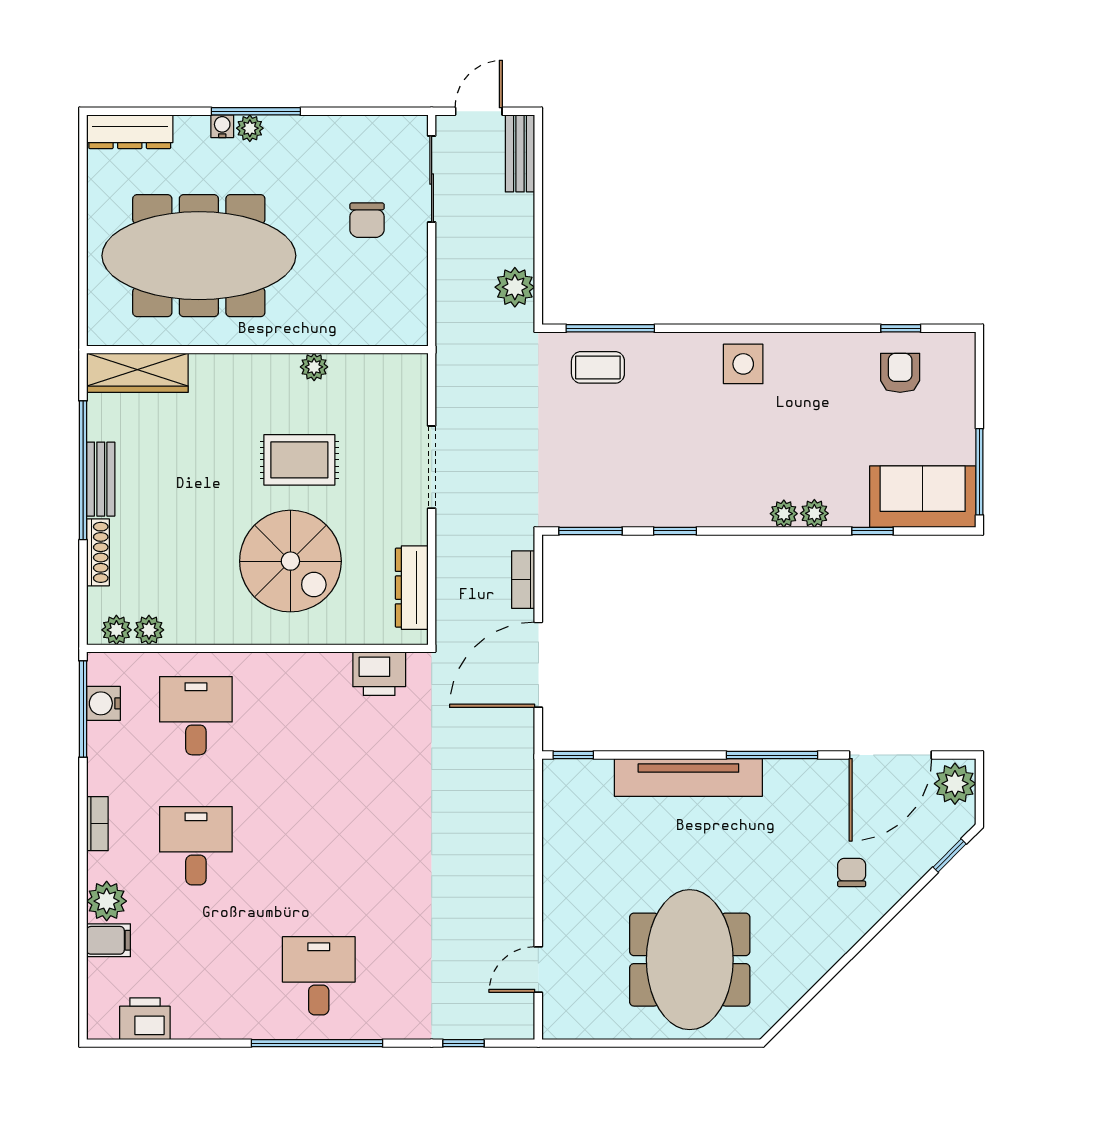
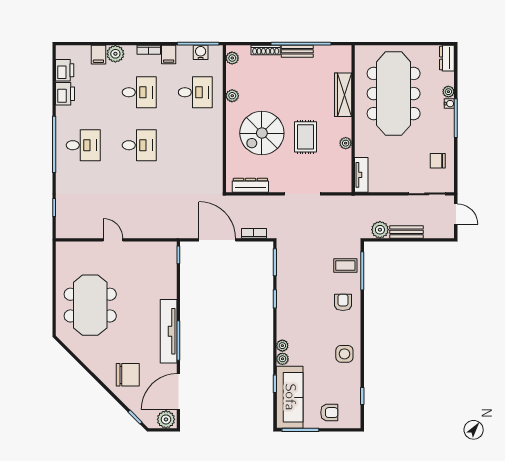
plant: (250, 128) -> (448, 92), moved
dresser: (130, 132) -> (447, 58), width x0.70
bench: (520, 153) -> (406, 232), moved
chair: (367, 220) -> (438, 161), moved
tv unit: (388, 331) -> (361, 175), added
side table: (743, 364) -> (344, 354), moved
coffee table: (598, 367) -> (345, 266), turned 90
wardrobe: (137, 373) -> (343, 95), moved
armchair: (684, 373) -> (343, 302), added
armchair: (900, 373) -> (329, 413), moved
sofa: (923, 497) -> (290, 397), width x1.36
plant: (149, 630) -> (232, 96), moved
printer: (379, 674) -> (65, 94), moved, turned 180
door: (890, 755) -> (178, 392), hinge flipped
tv unit: (688, 777) -> (169, 331), moved
filing cabinet: (108, 778) -> (169, 55), added
desk: (319, 846) -> (139, 145), added
chair: (852, 873) -> (128, 375), width x1.87, depth x1.87
meeting table: (690, 960) -> (90, 305), turned 90
door: (538, 970) -> (113, 240), moved

